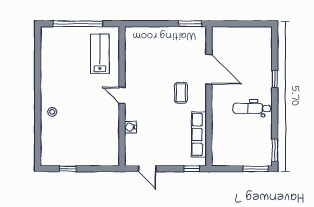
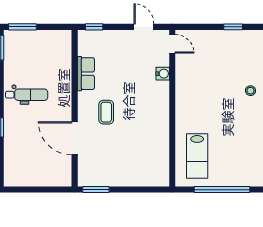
door: (122, 95) -> (172, 44), moved
row of seats: (199, 134) -> (86, 74), width x0.68

